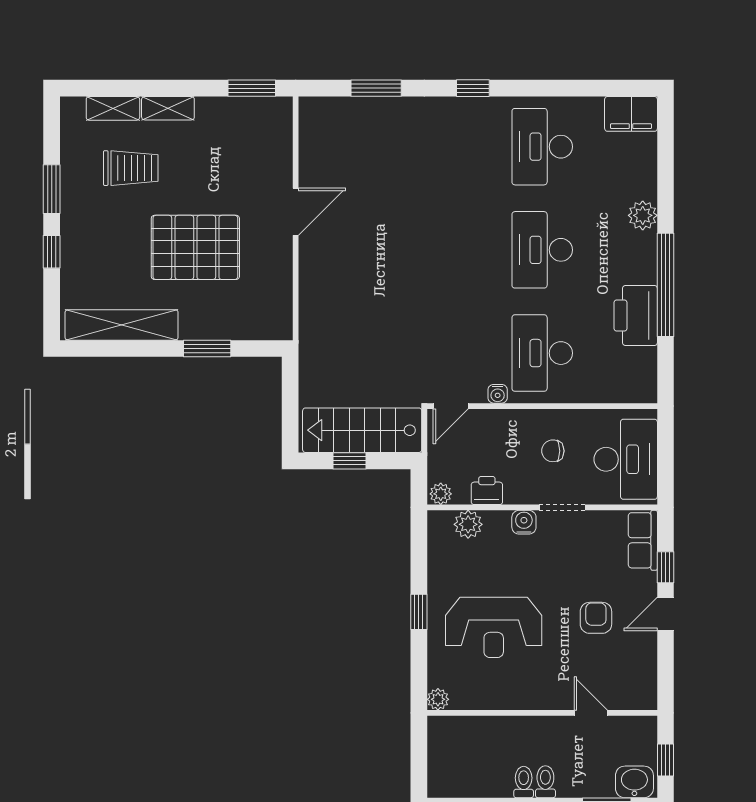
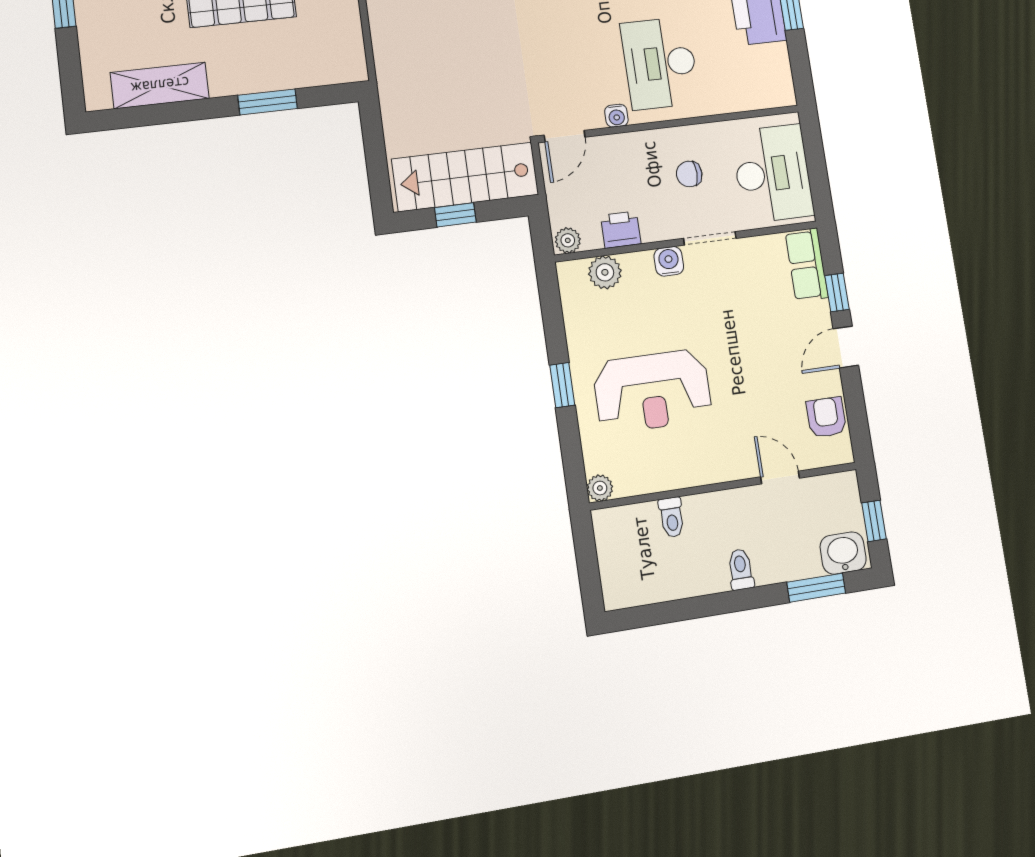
shelving: (122, 325) -> (160, 85), width x0.68
armchair: (596, 618) -> (826, 417), moved
toilet: (524, 782) -> (672, 517), moved, turned 180

